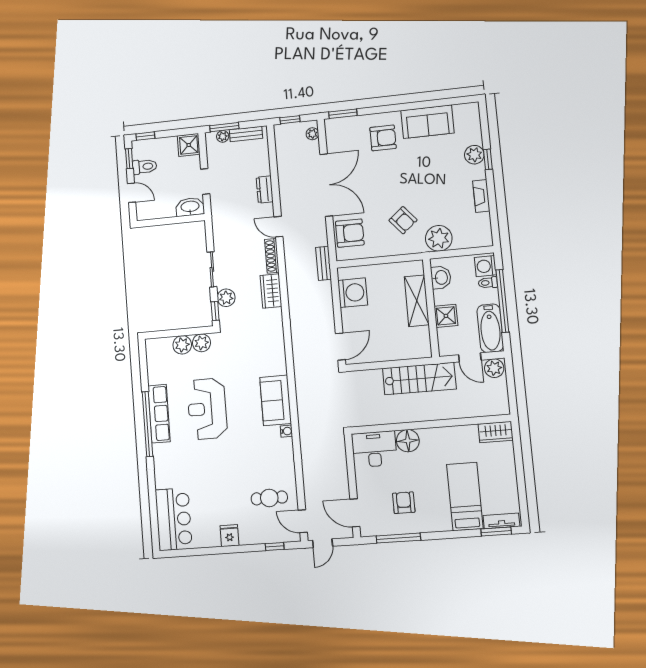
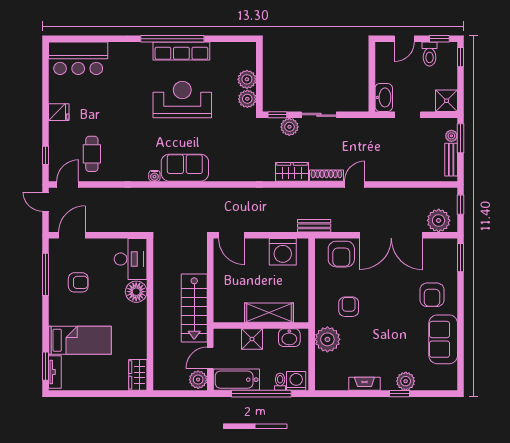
plant: (312, 134) -> (439, 220), width x1.88, depth x1.88
dresser: (265, 190) -> (393, 174), removed
armchair: (403, 220) -> (349, 307), turned 130

